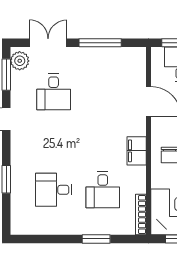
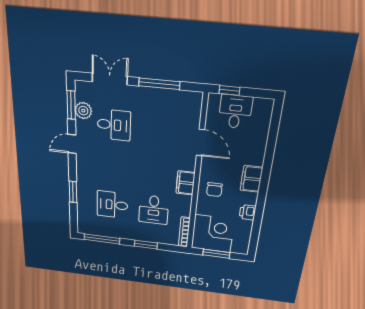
plant: (20, 61) -> (83, 111), moved
desk: (54, 92) -> (114, 125), turned -90
window: (41, 239) -> (102, 239), added

